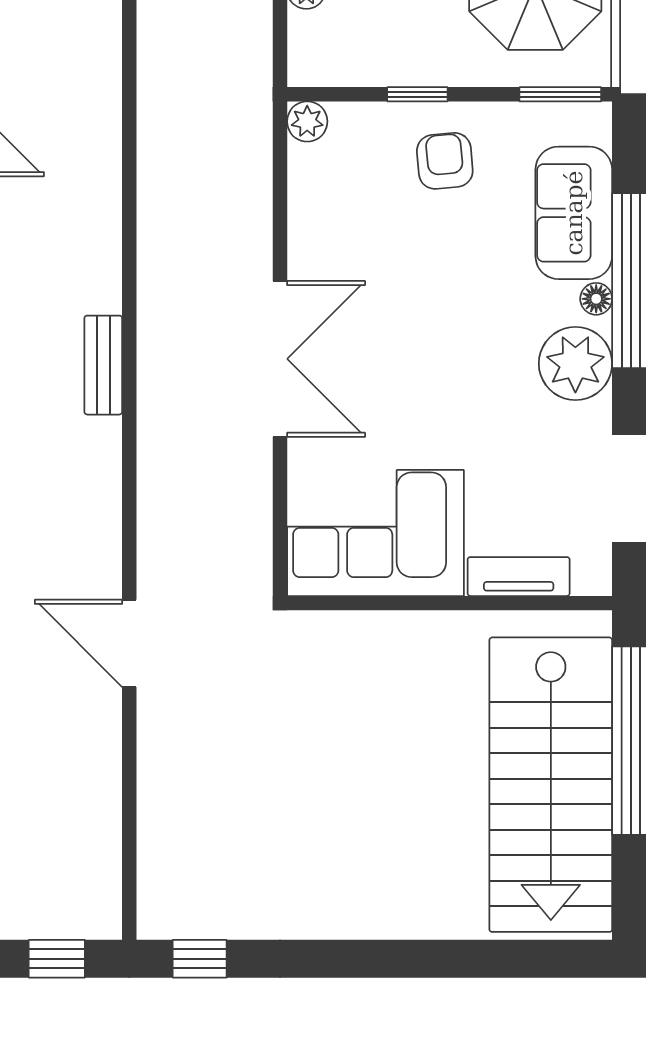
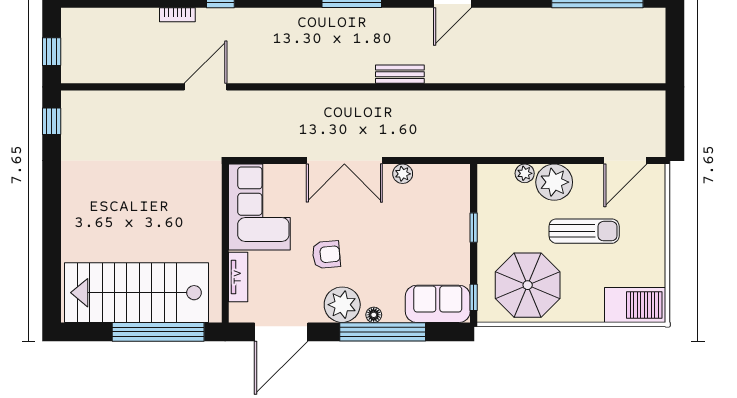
window: (560, 94) -> (474, 297), width x0.67
plant: (307, 121) -> (403, 174), moved
armchair: (445, 161) -> (326, 255), moved
sofa: (574, 213) -> (438, 304), moved
bench: (103, 365) -> (400, 74), moved

